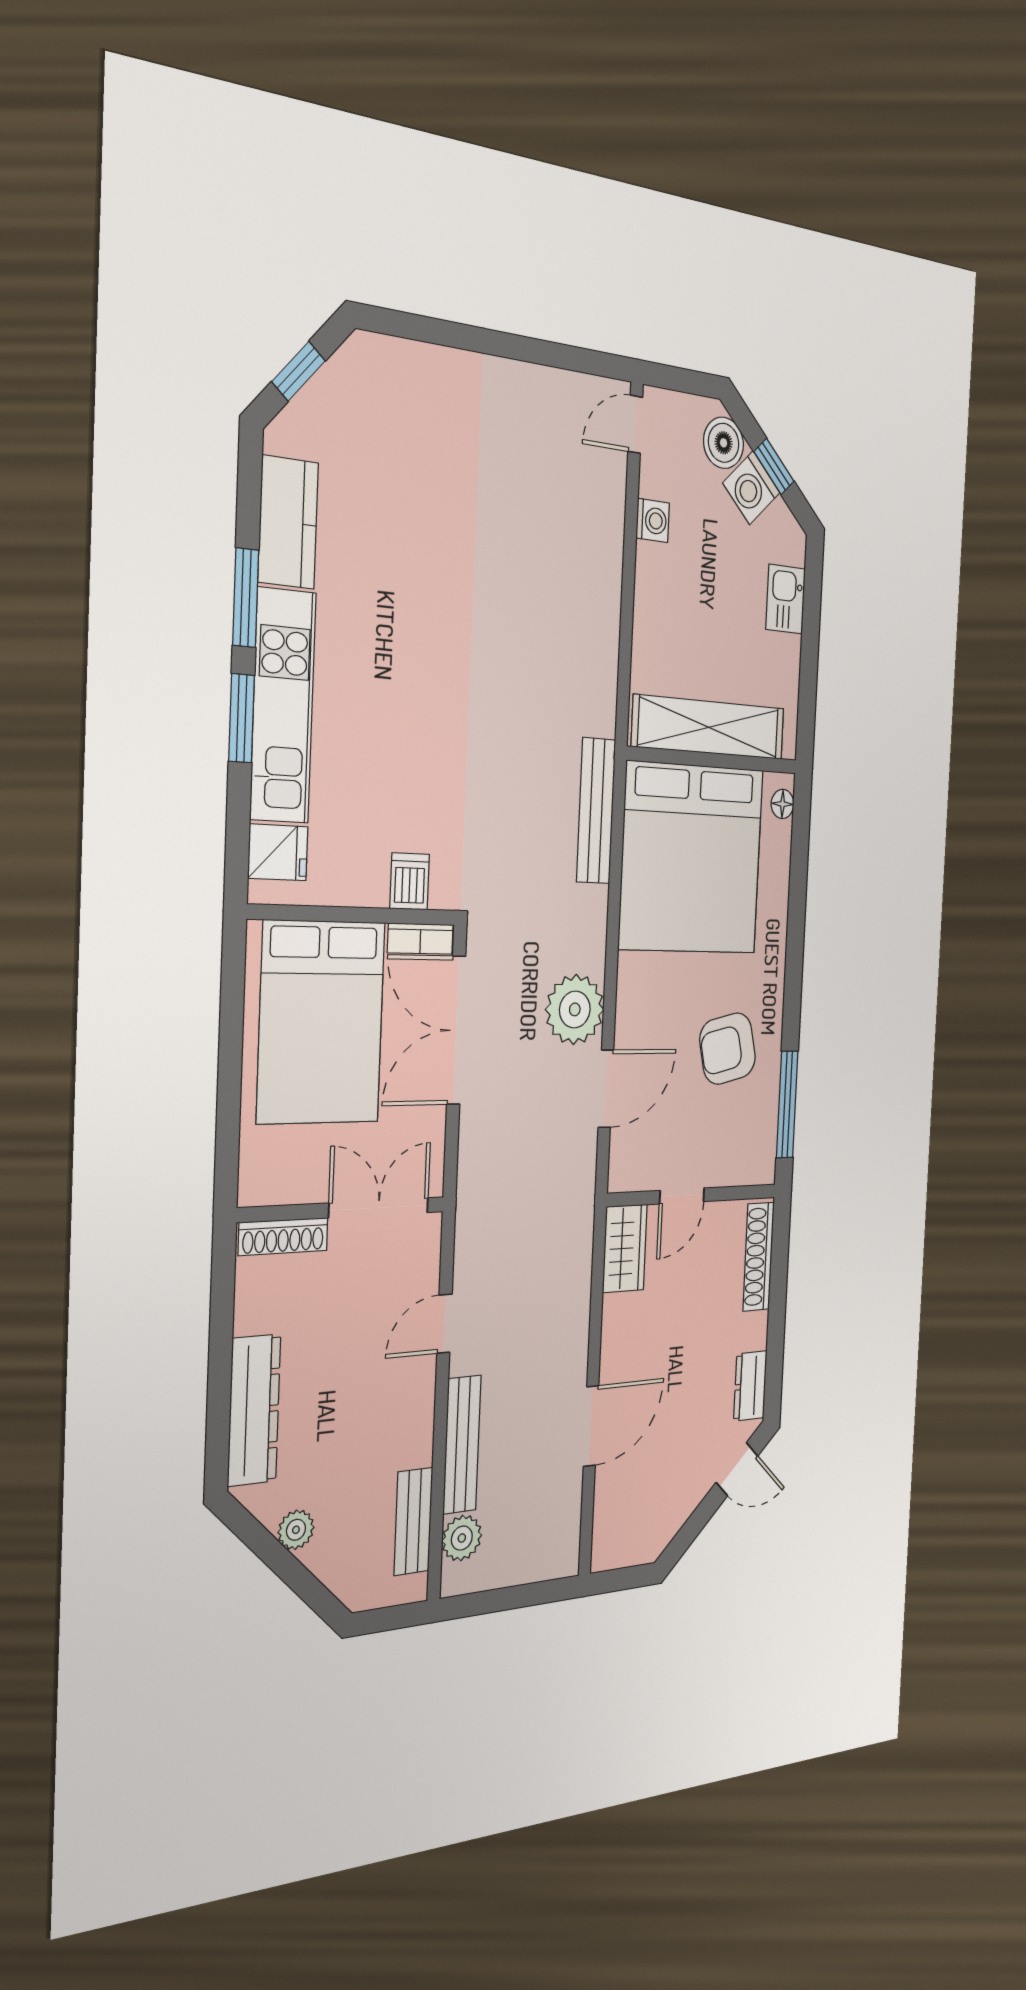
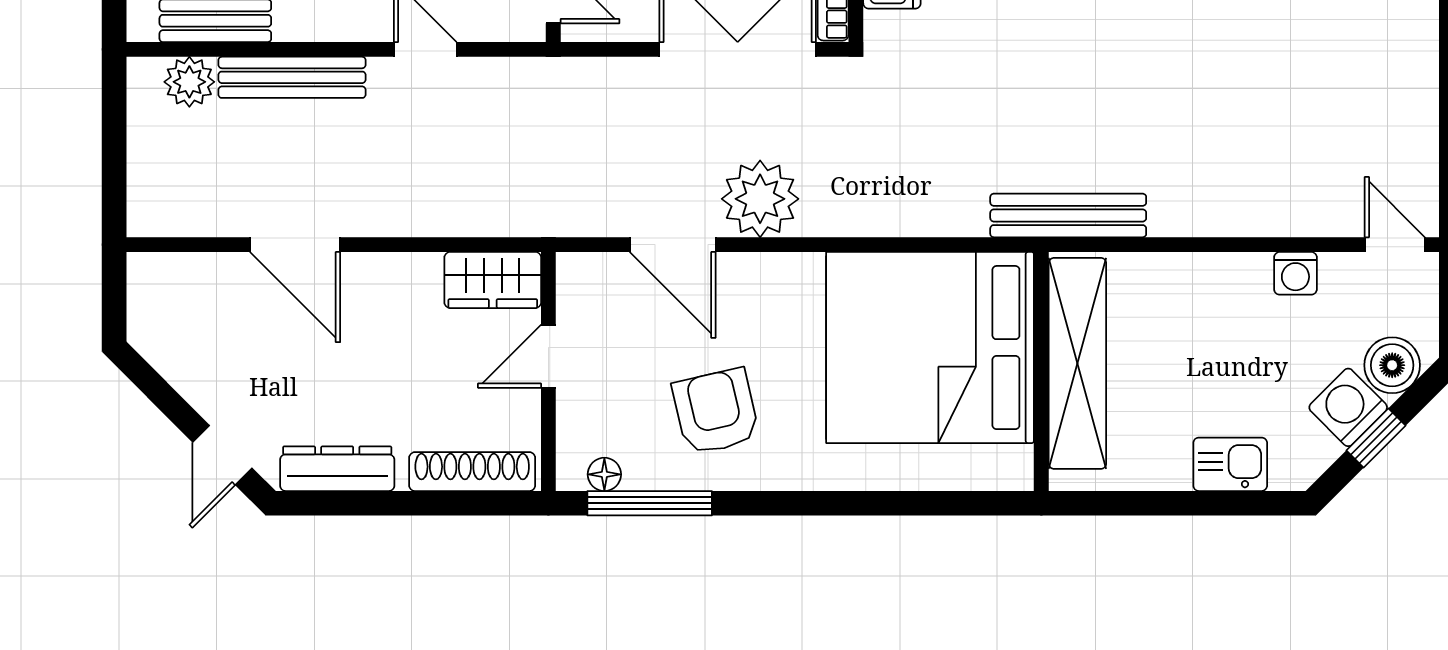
floor lamp: (783, 804) -> (604, 474), moved
bench: (596, 811) -> (1068, 215), moved
door: (682, 1196) -> (548, 356), hinge flipped
dresser: (750, 1386) -> (337, 469), width x1.44

